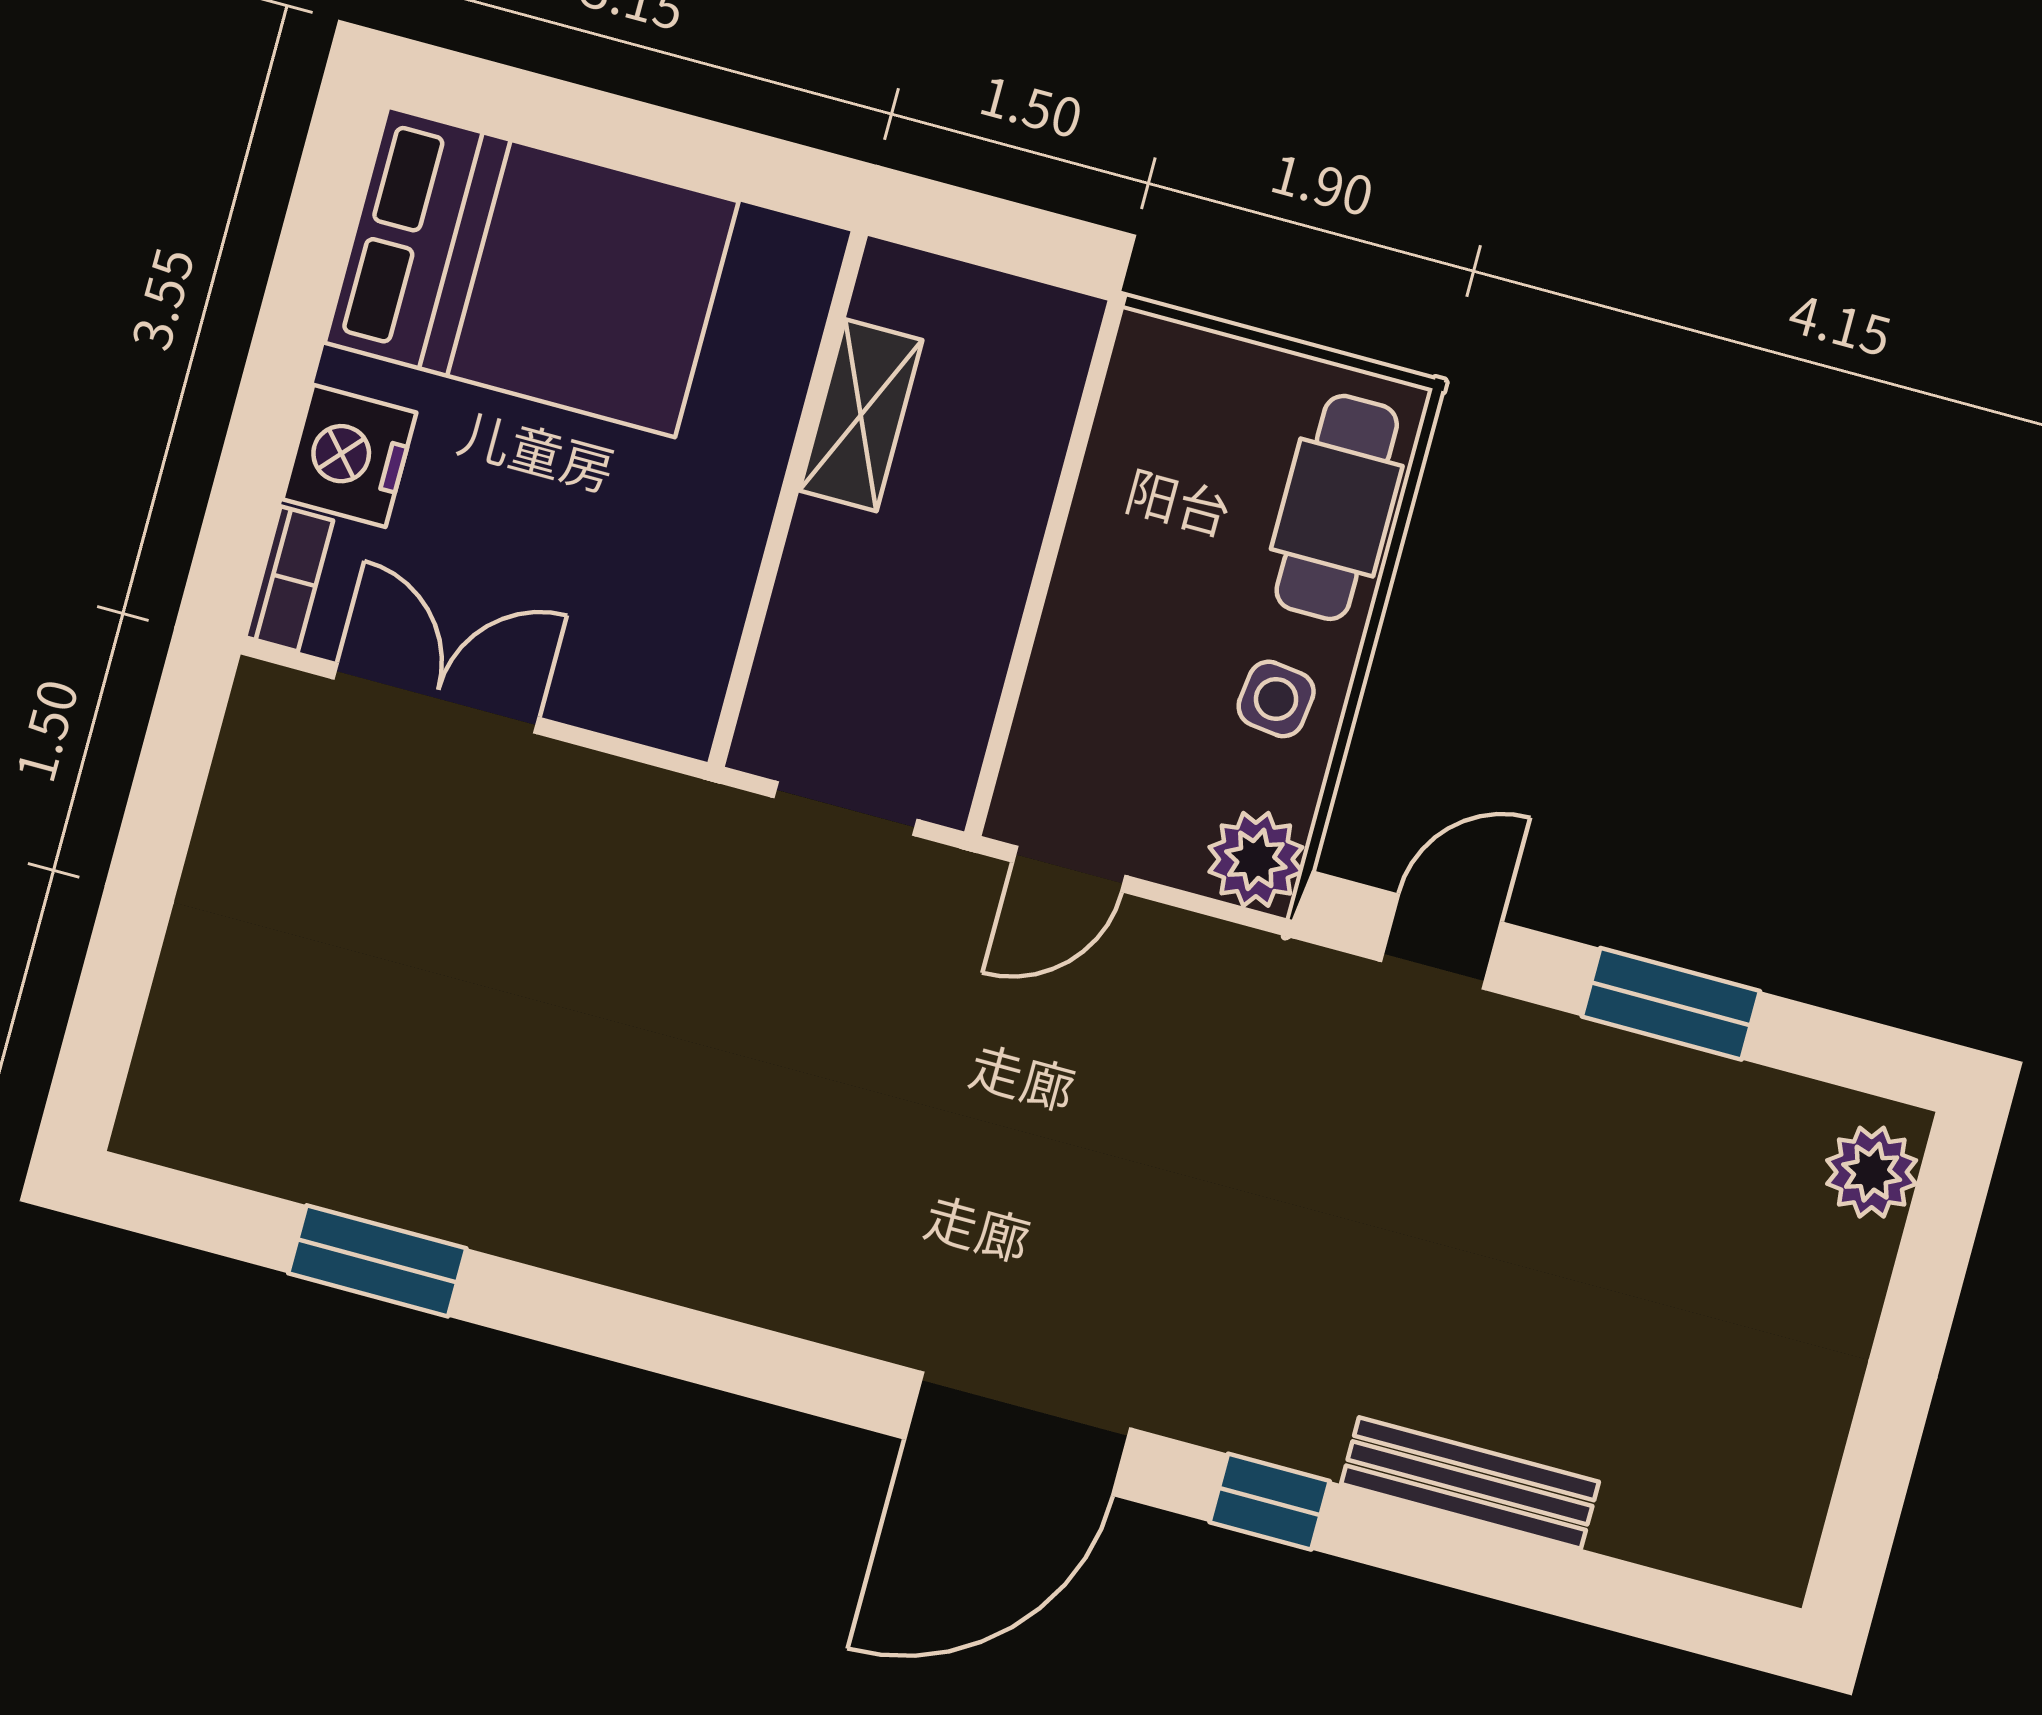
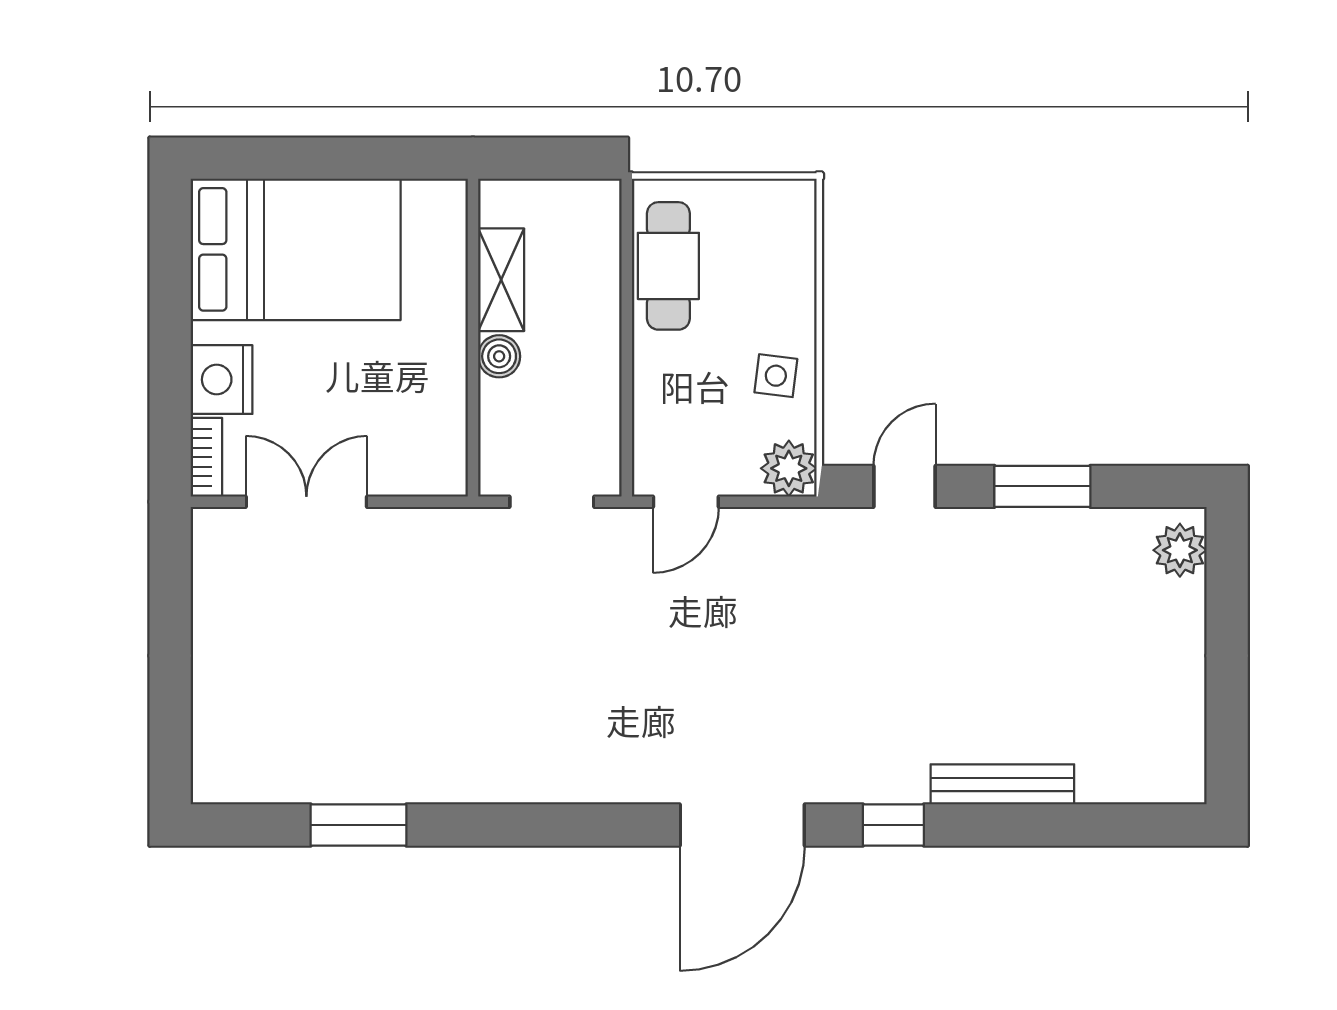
cafe table: (1337, 507) -> (668, 266), moved
boiler: (823, 542) -> (499, 356), added

